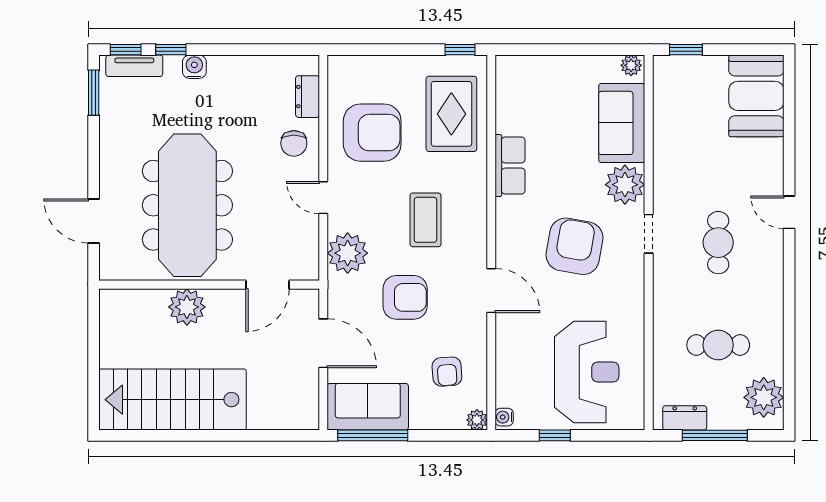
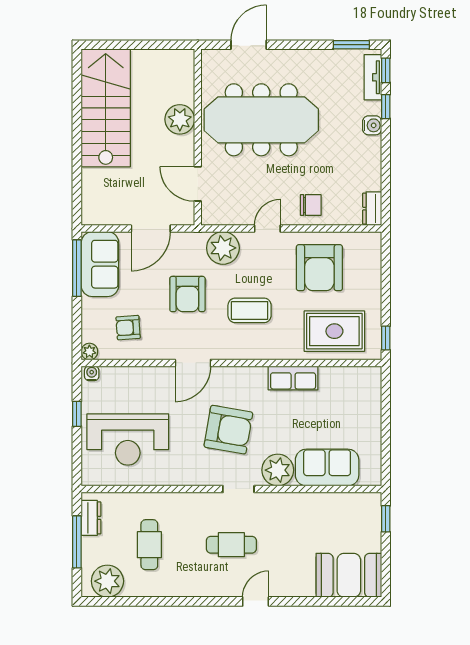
plant: (631, 65) -> (373, 475), removed
dresser: (308, 97) -> (372, 209), moved, turned -90
chair: (294, 143) -> (311, 205), turned 180

